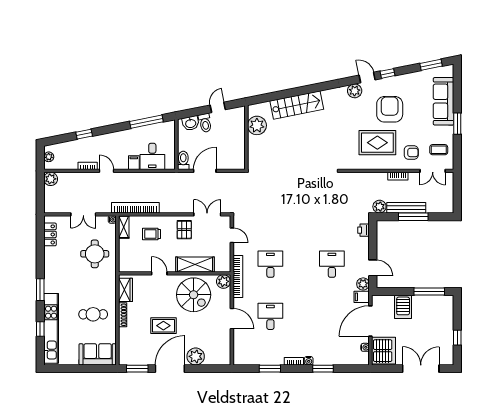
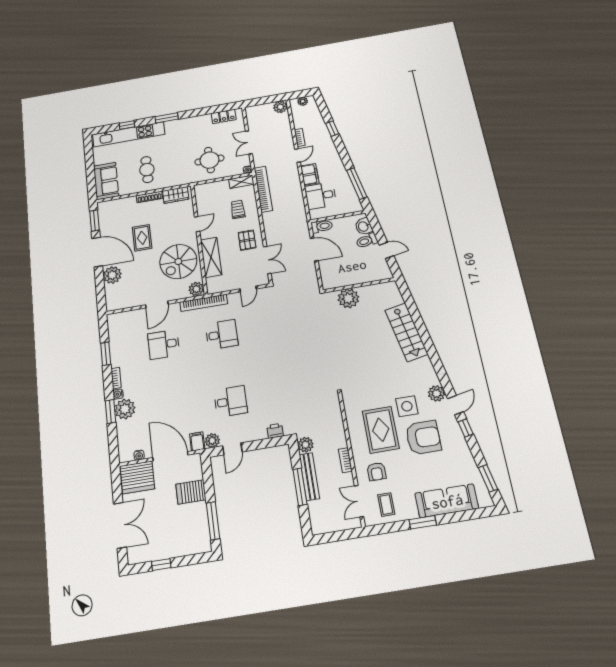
side table: (361, 117) -> (407, 406), added
plant: (257, 125) -> (348, 298), moved
filing cabinet: (134, 163) -> (310, 174), width x2.00
pallet: (184, 230) -> (247, 240), turned 90
desk: (270, 316) -> (164, 344), turned 180
plant: (323, 356) -> (125, 409), added

